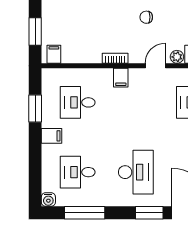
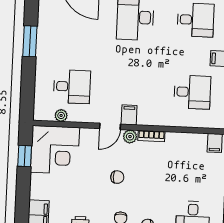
plant: (177, 57) -> (130, 137), moved
filing cabinet: (121, 78) -> (129, 115), moved

